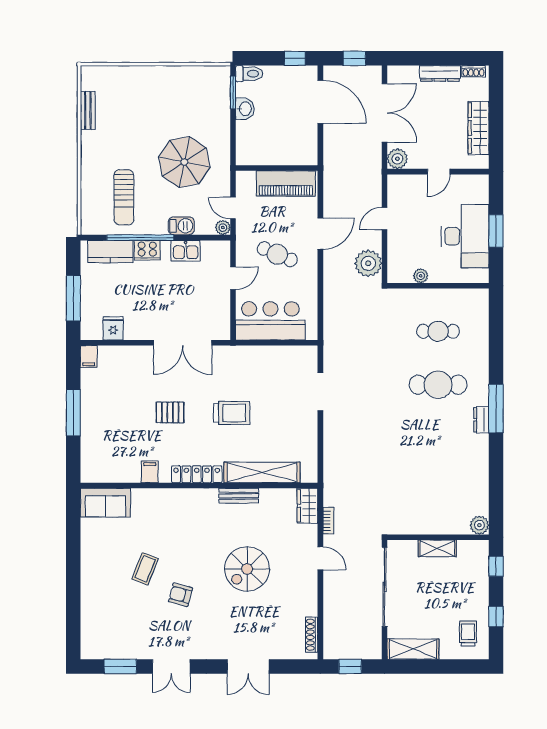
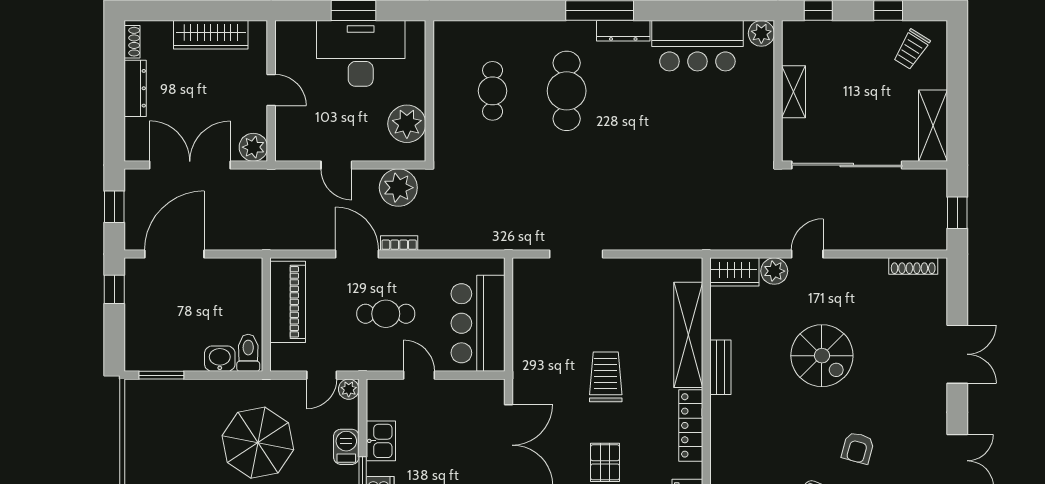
toilet: (249, 74) -> (248, 353), moved
washbasin: (245, 109) -> (220, 359), moved
cafe table: (277, 254) -> (386, 314), turned 67
plant: (421, 276) -> (407, 124), width x1.87, depth x1.87
dresser: (481, 420) -> (623, 31), width x1.44
bar counter: (471, 479) -> (697, 46), added
bookcase: (328, 521) -> (399, 243), moved
plant: (308, 534) -> (774, 271), added
trolley: (468, 634) -> (912, 49), turned -58

